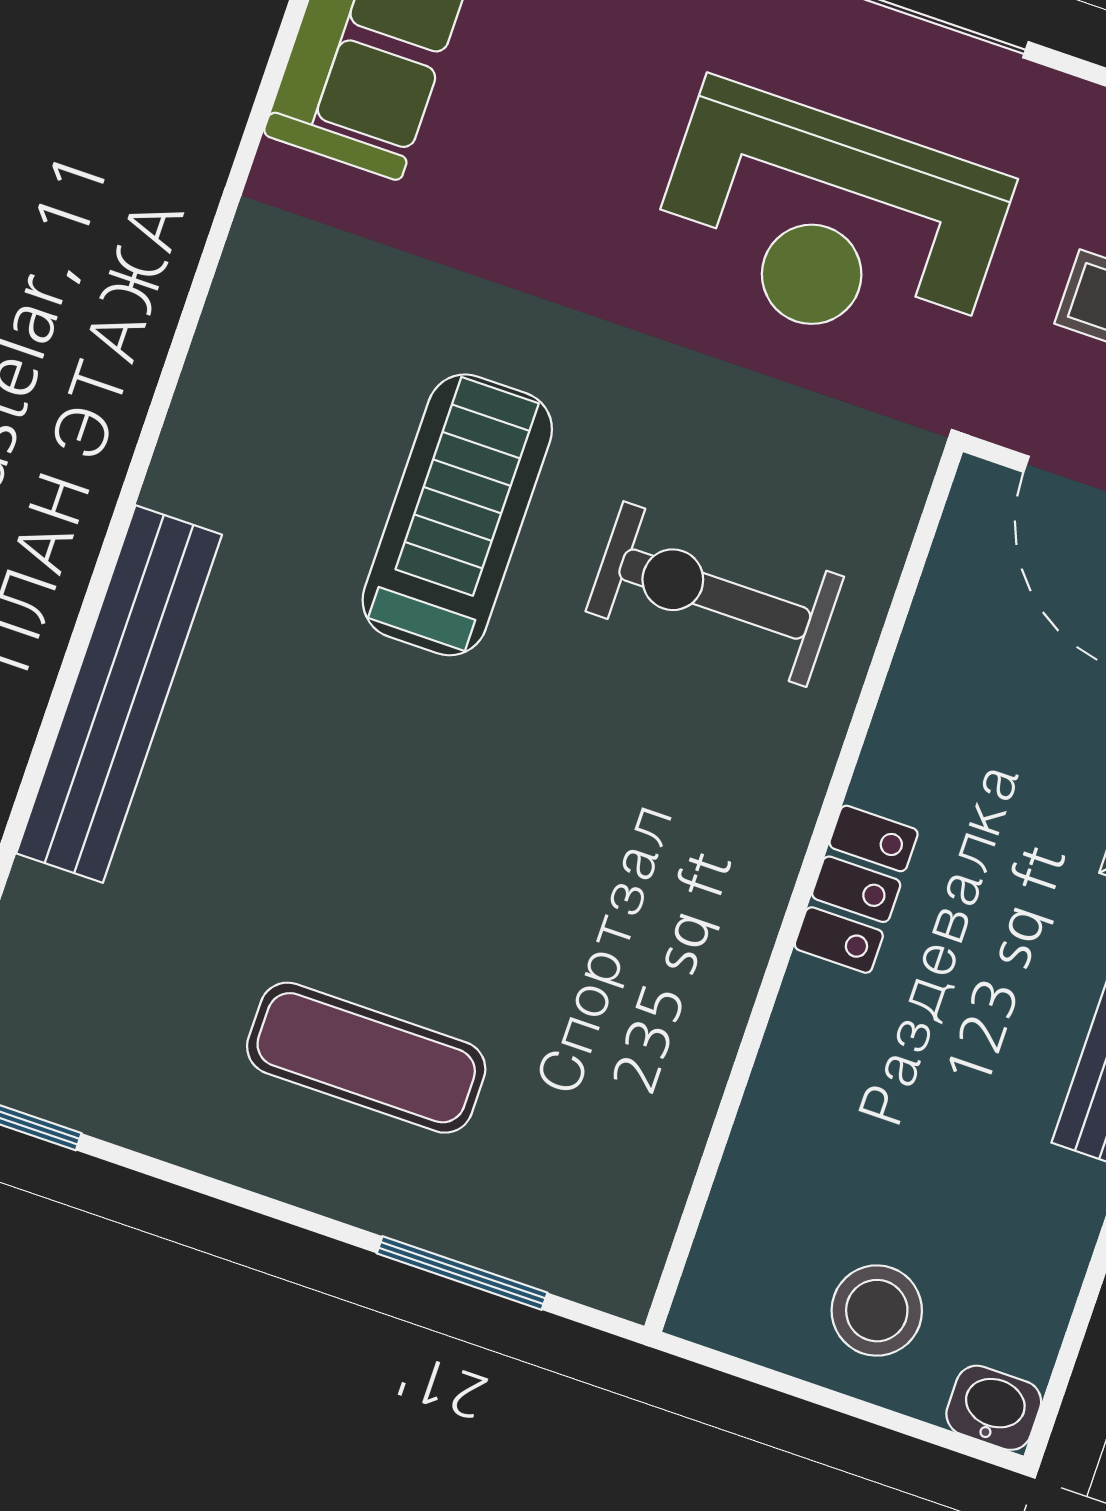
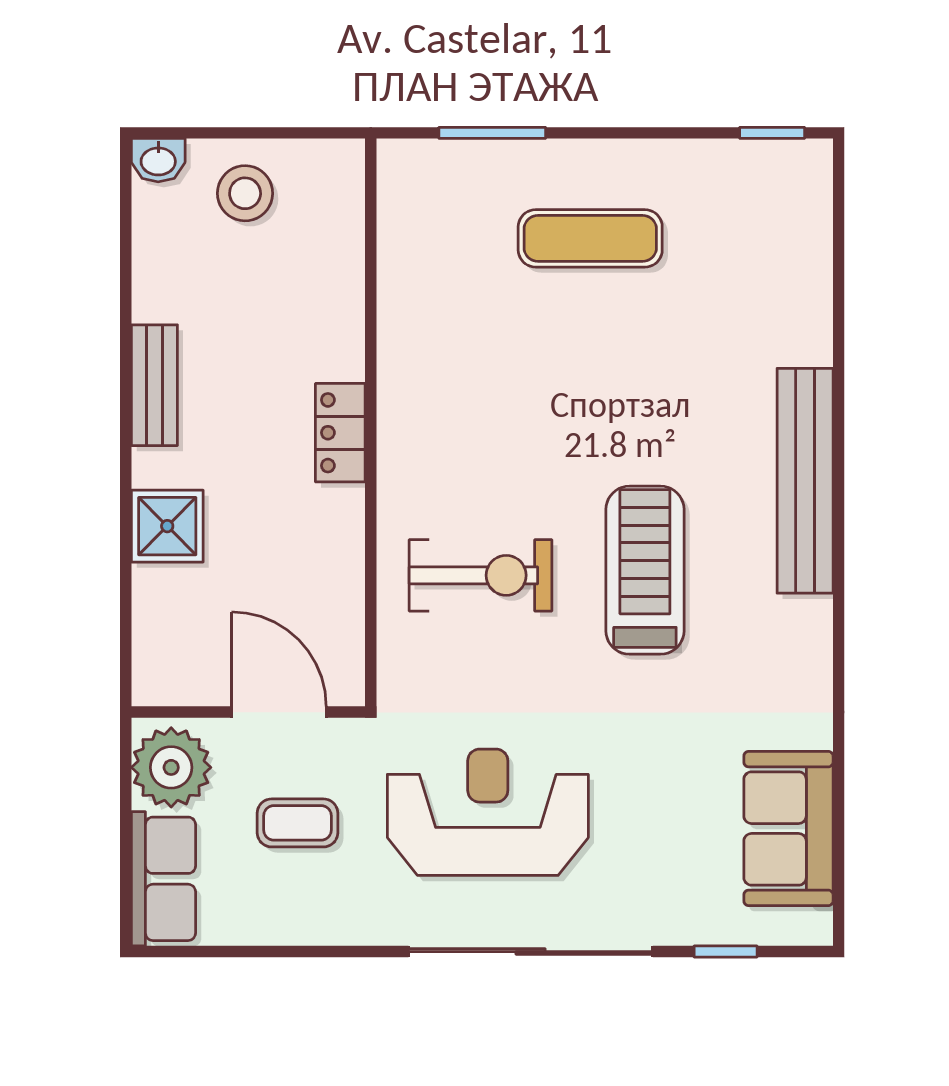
treadmill: (457, 515) -> (645, 570), turned 180
bench: (119, 694) -> (805, 481), moved

